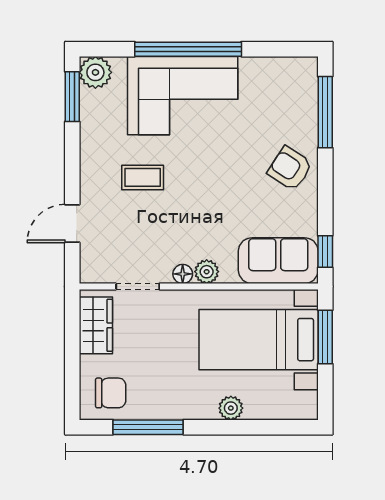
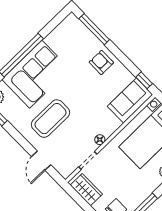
armchair: (290, 168) -> (101, 62), turned 57
coffee table: (143, 177) -> (50, 119), width x1.86, depth x1.72
plant: (207, 272) -> (108, 130), removed

